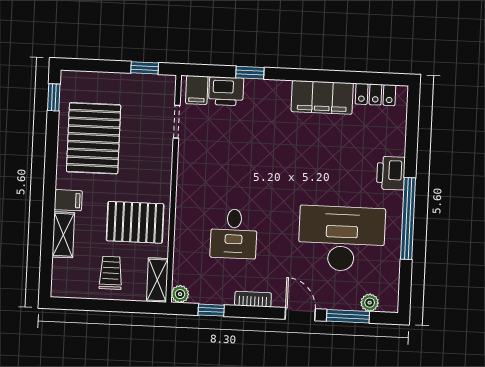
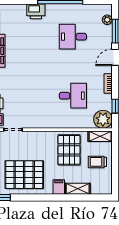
desk: (342, 239) -> (73, 37), width x0.53, depth x0.77
plant: (180, 294) -> (103, 119), width x1.88, depth x1.88

